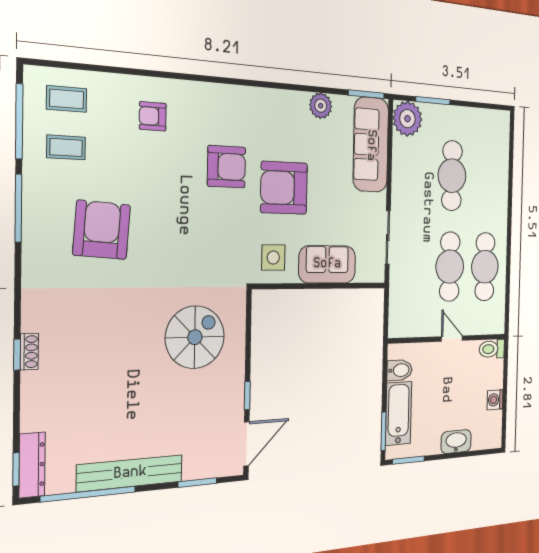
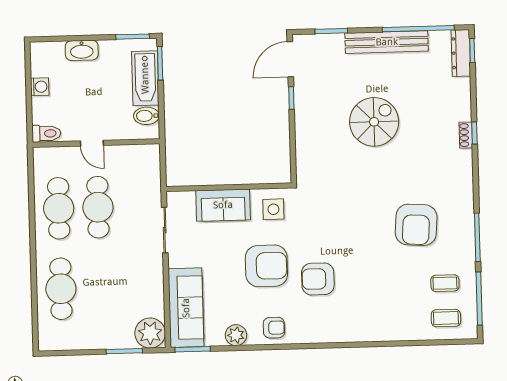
armchair: (153, 116) -> (274, 328), moved
cafe table: (452, 176) -> (61, 289), moved
spiral stairs: (195, 337) -> (374, 122), moved, turned 180

